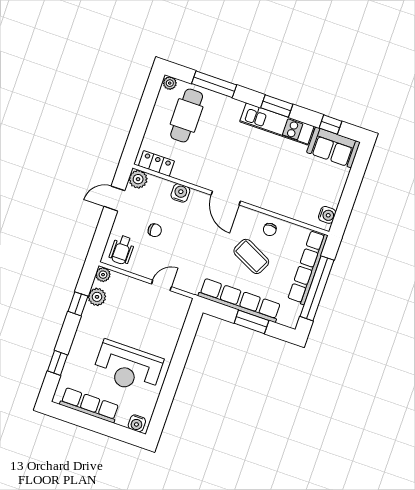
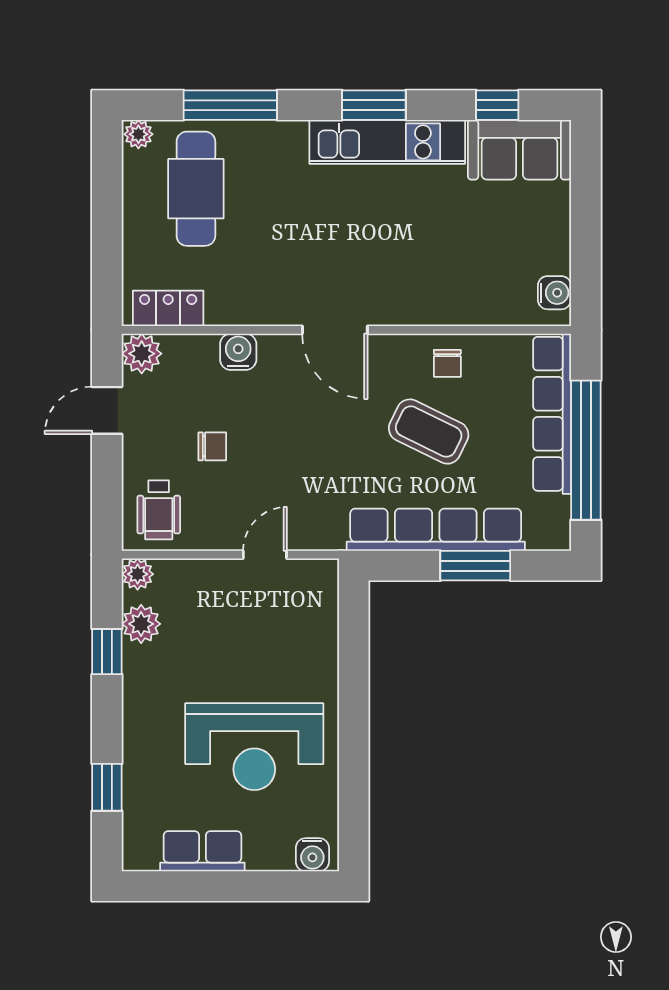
row of seats: (89, 405) -> (202, 851), width x0.68

